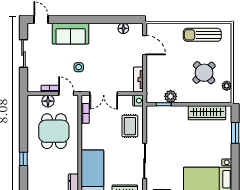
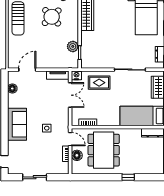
sofa: (71, 34) -> (17, 124), moved
door: (66, 94) -> (70, 139), swing flipped
double door: (104, 94) -> (70, 95), moved
dining table: (54, 131) -> (104, 150), width x1.38

